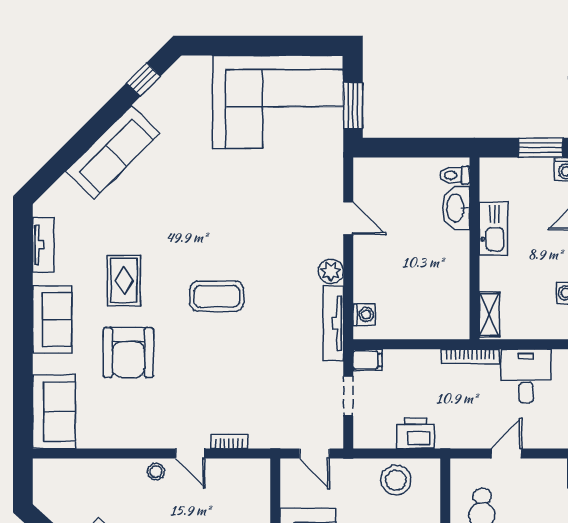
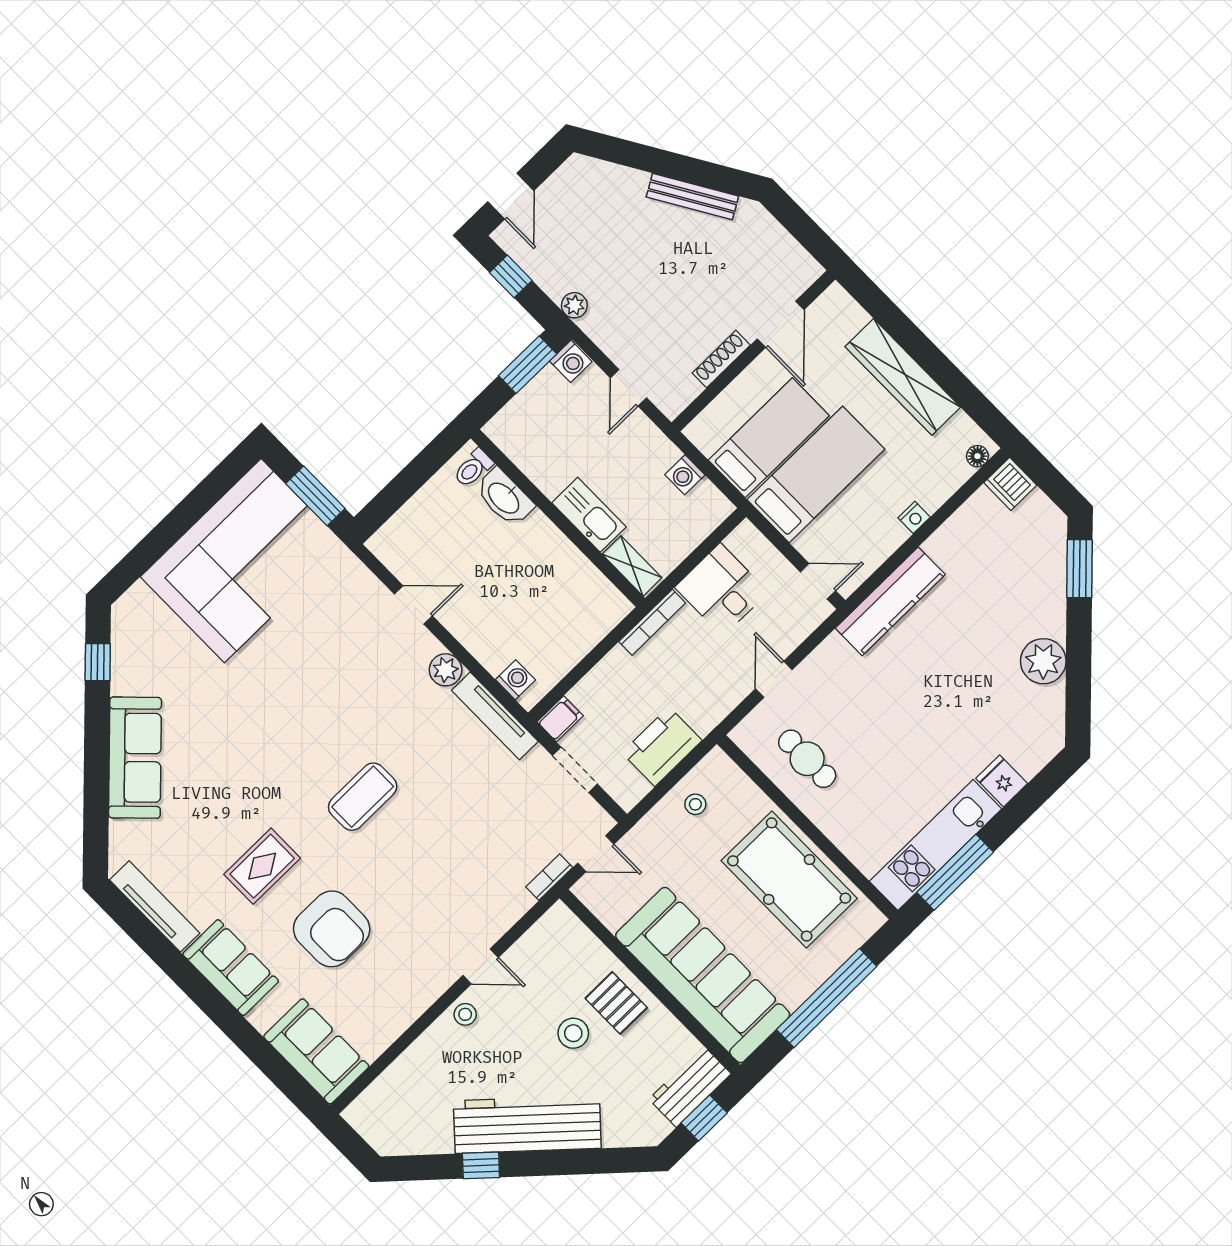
kitchen sink: (493, 229) -> (589, 515), moved
tv unit: (43, 245) -> (155, 906), width x1.41
rug: (124, 281) -> (262, 866), turned 90
printer: (416, 433) -> (662, 747), width x1.37, depth x1.19
bookcase: (229, 441) -> (549, 877), moved
stool: (396, 480) -> (695, 804), width x0.53, depth x0.53

